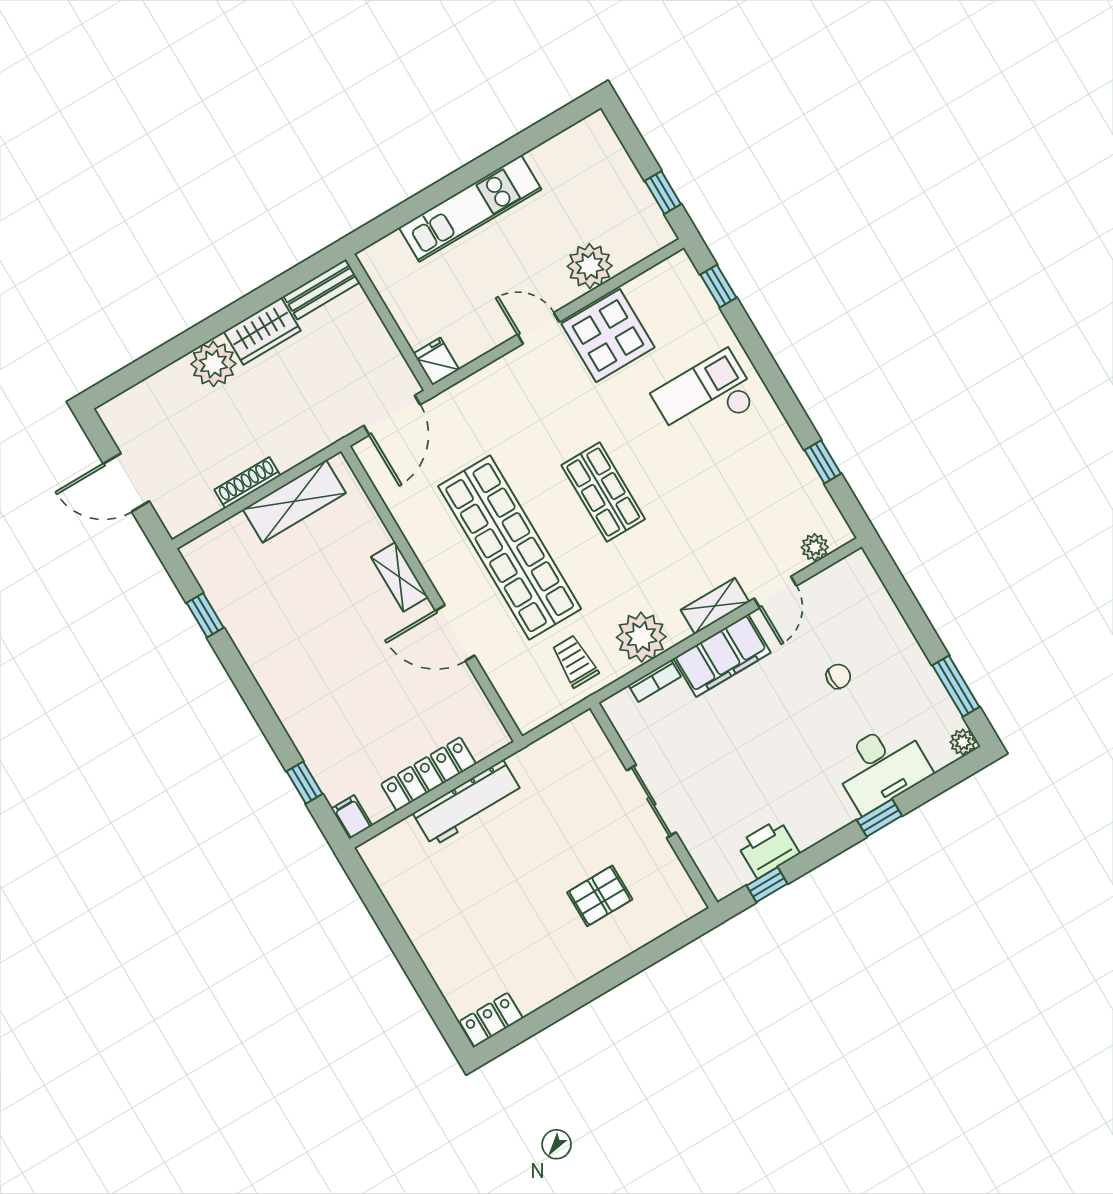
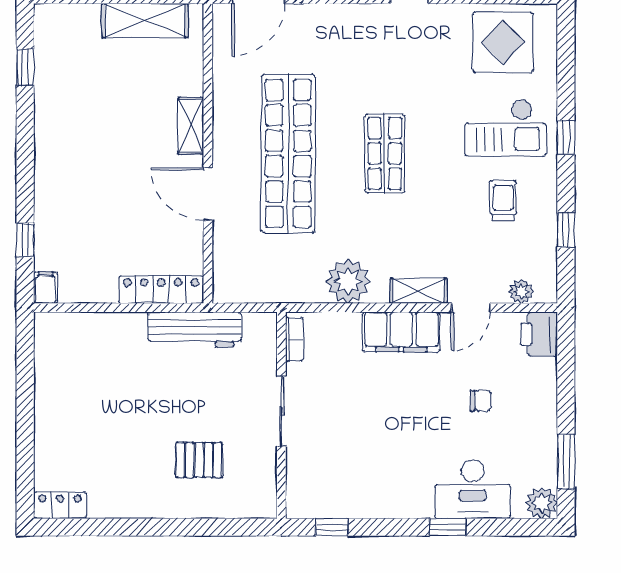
window: (718, 286) -> (566, 138), moved
display table: (608, 336) -> (503, 42), moved
checkout: (705, 398) -> (505, 128), turned 180
trolley: (575, 661) -> (503, 200), moved
bookcase: (655, 681) -> (294, 339), moved, turned -90
plant: (963, 742) -> (542, 503), width x1.38, depth x1.38
locker: (429, 774) -> (161, 289), moved
workbench: (468, 803) -> (195, 330), moved
printer: (768, 849) -> (539, 334), moved, turned -90

